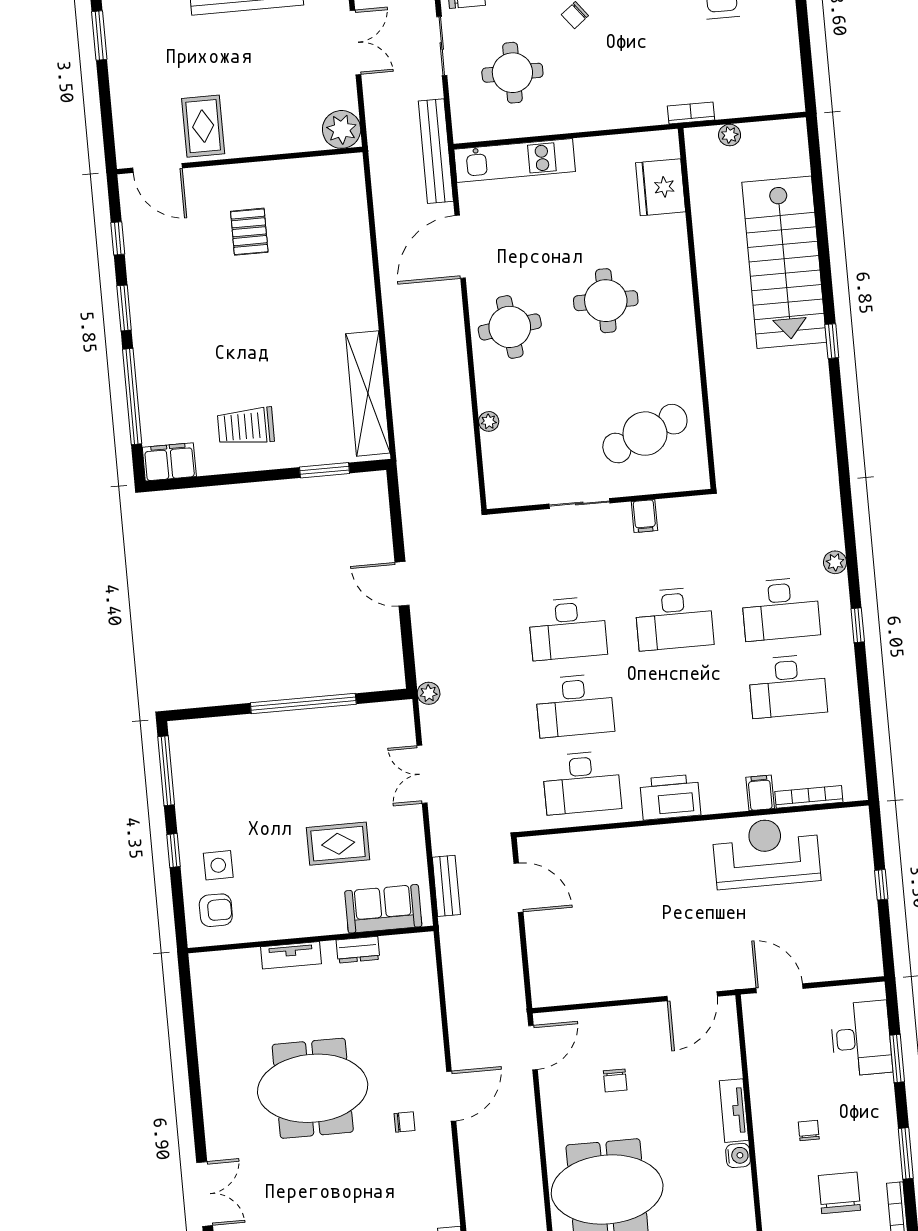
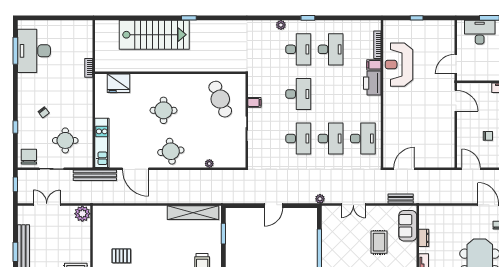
plant: (730, 135) -> (99, 53), removed
printer: (670, 797) -> (372, 83), moved

